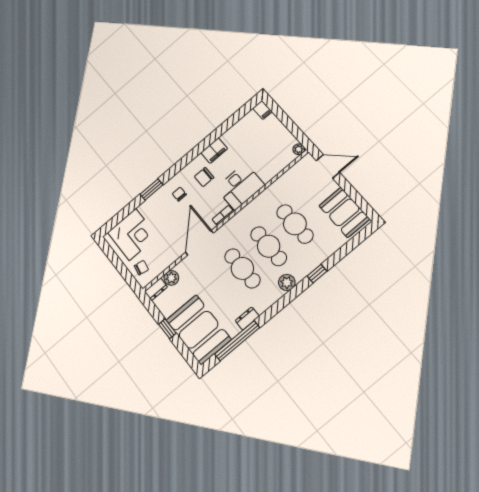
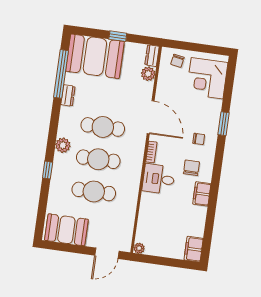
filing cabinet: (262, 110) -> (194, 249), width x2.00
desk: (240, 186) -> (159, 179), width x0.73

